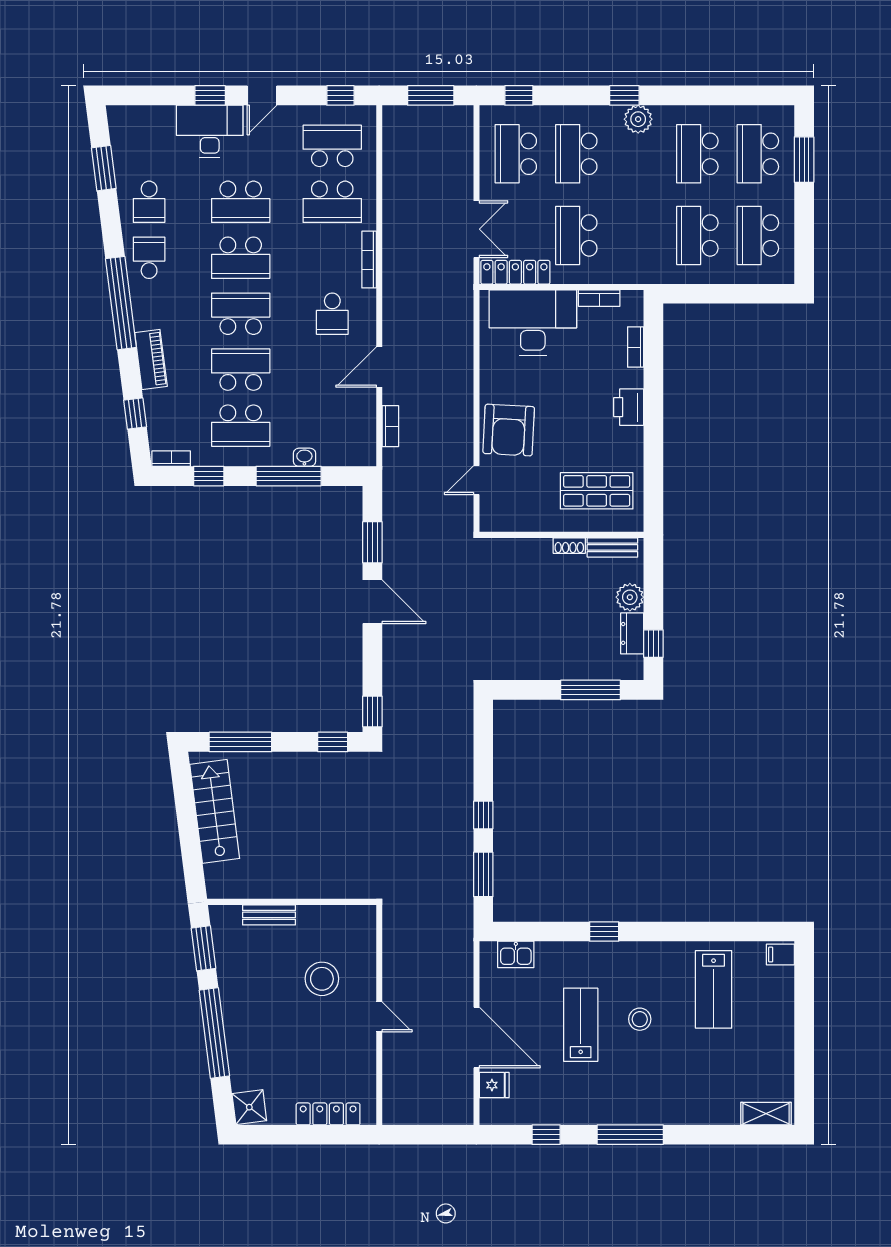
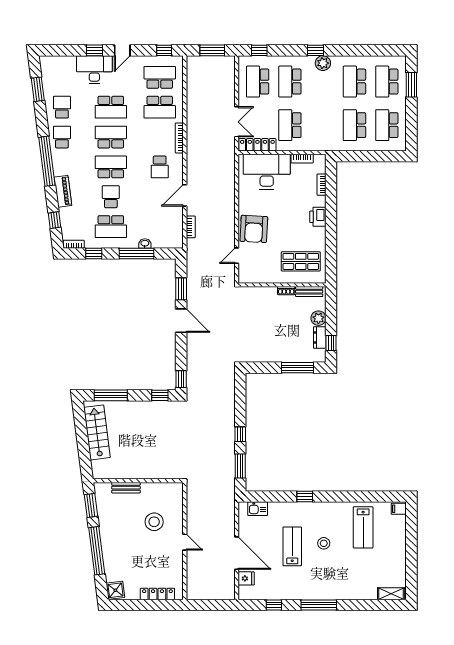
school desk: (149, 202) -> (62, 107), turned 180
school desk: (241, 258) -> (111, 137), turned 180
school desk: (241, 370) -> (111, 197), width x0.54

